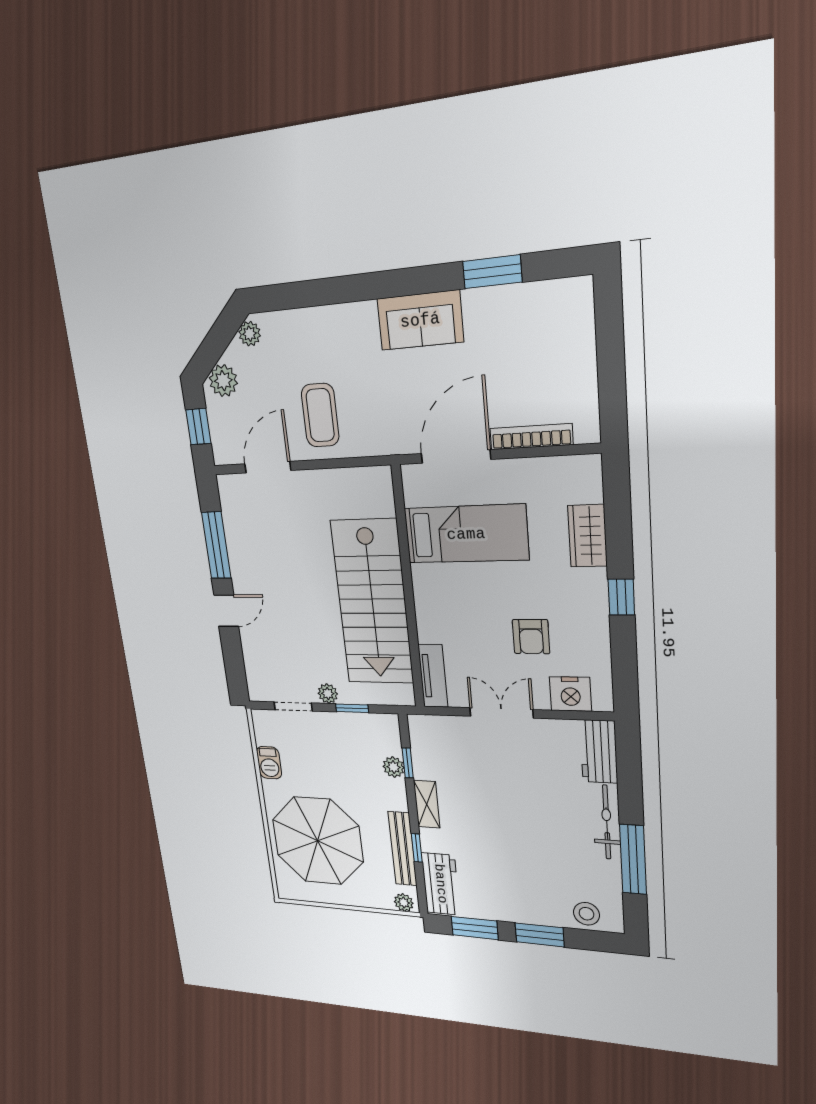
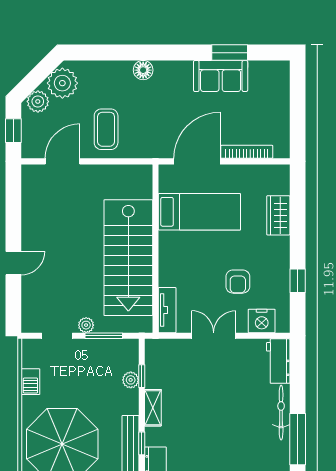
floor lamp: (362, 317) -> (143, 70), added
sofa: (420, 320) -> (221, 76), moved
plant: (250, 334) -> (62, 83), width x1.87, depth x1.87
window: (216, 545) -> (13, 214), removed
window: (621, 597) -> (298, 281), moved
window: (352, 708) -> (104, 336), width x1.50

